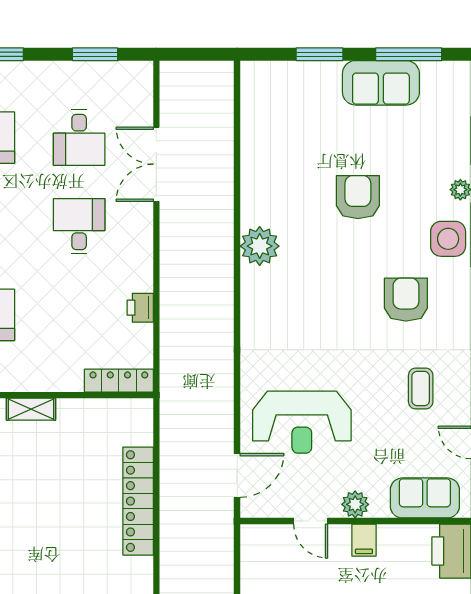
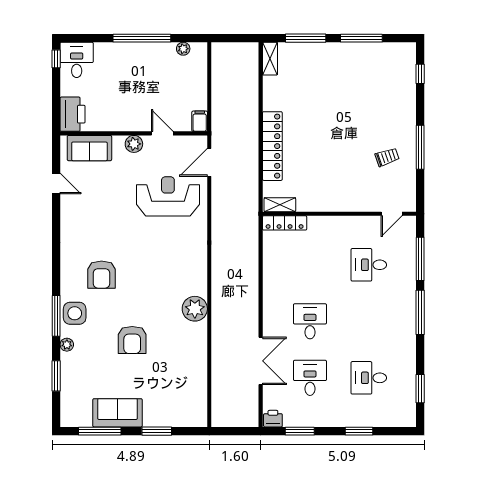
desk: (79, 226) -> (310, 321), turned 180
printer: (140, 308) -> (273, 419), moved, turned -90
coffee table: (421, 389) -> (92, 218), removed
shelving: (31, 409) -> (280, 205), moved
filing cabinet: (364, 540) -> (200, 121), moved

